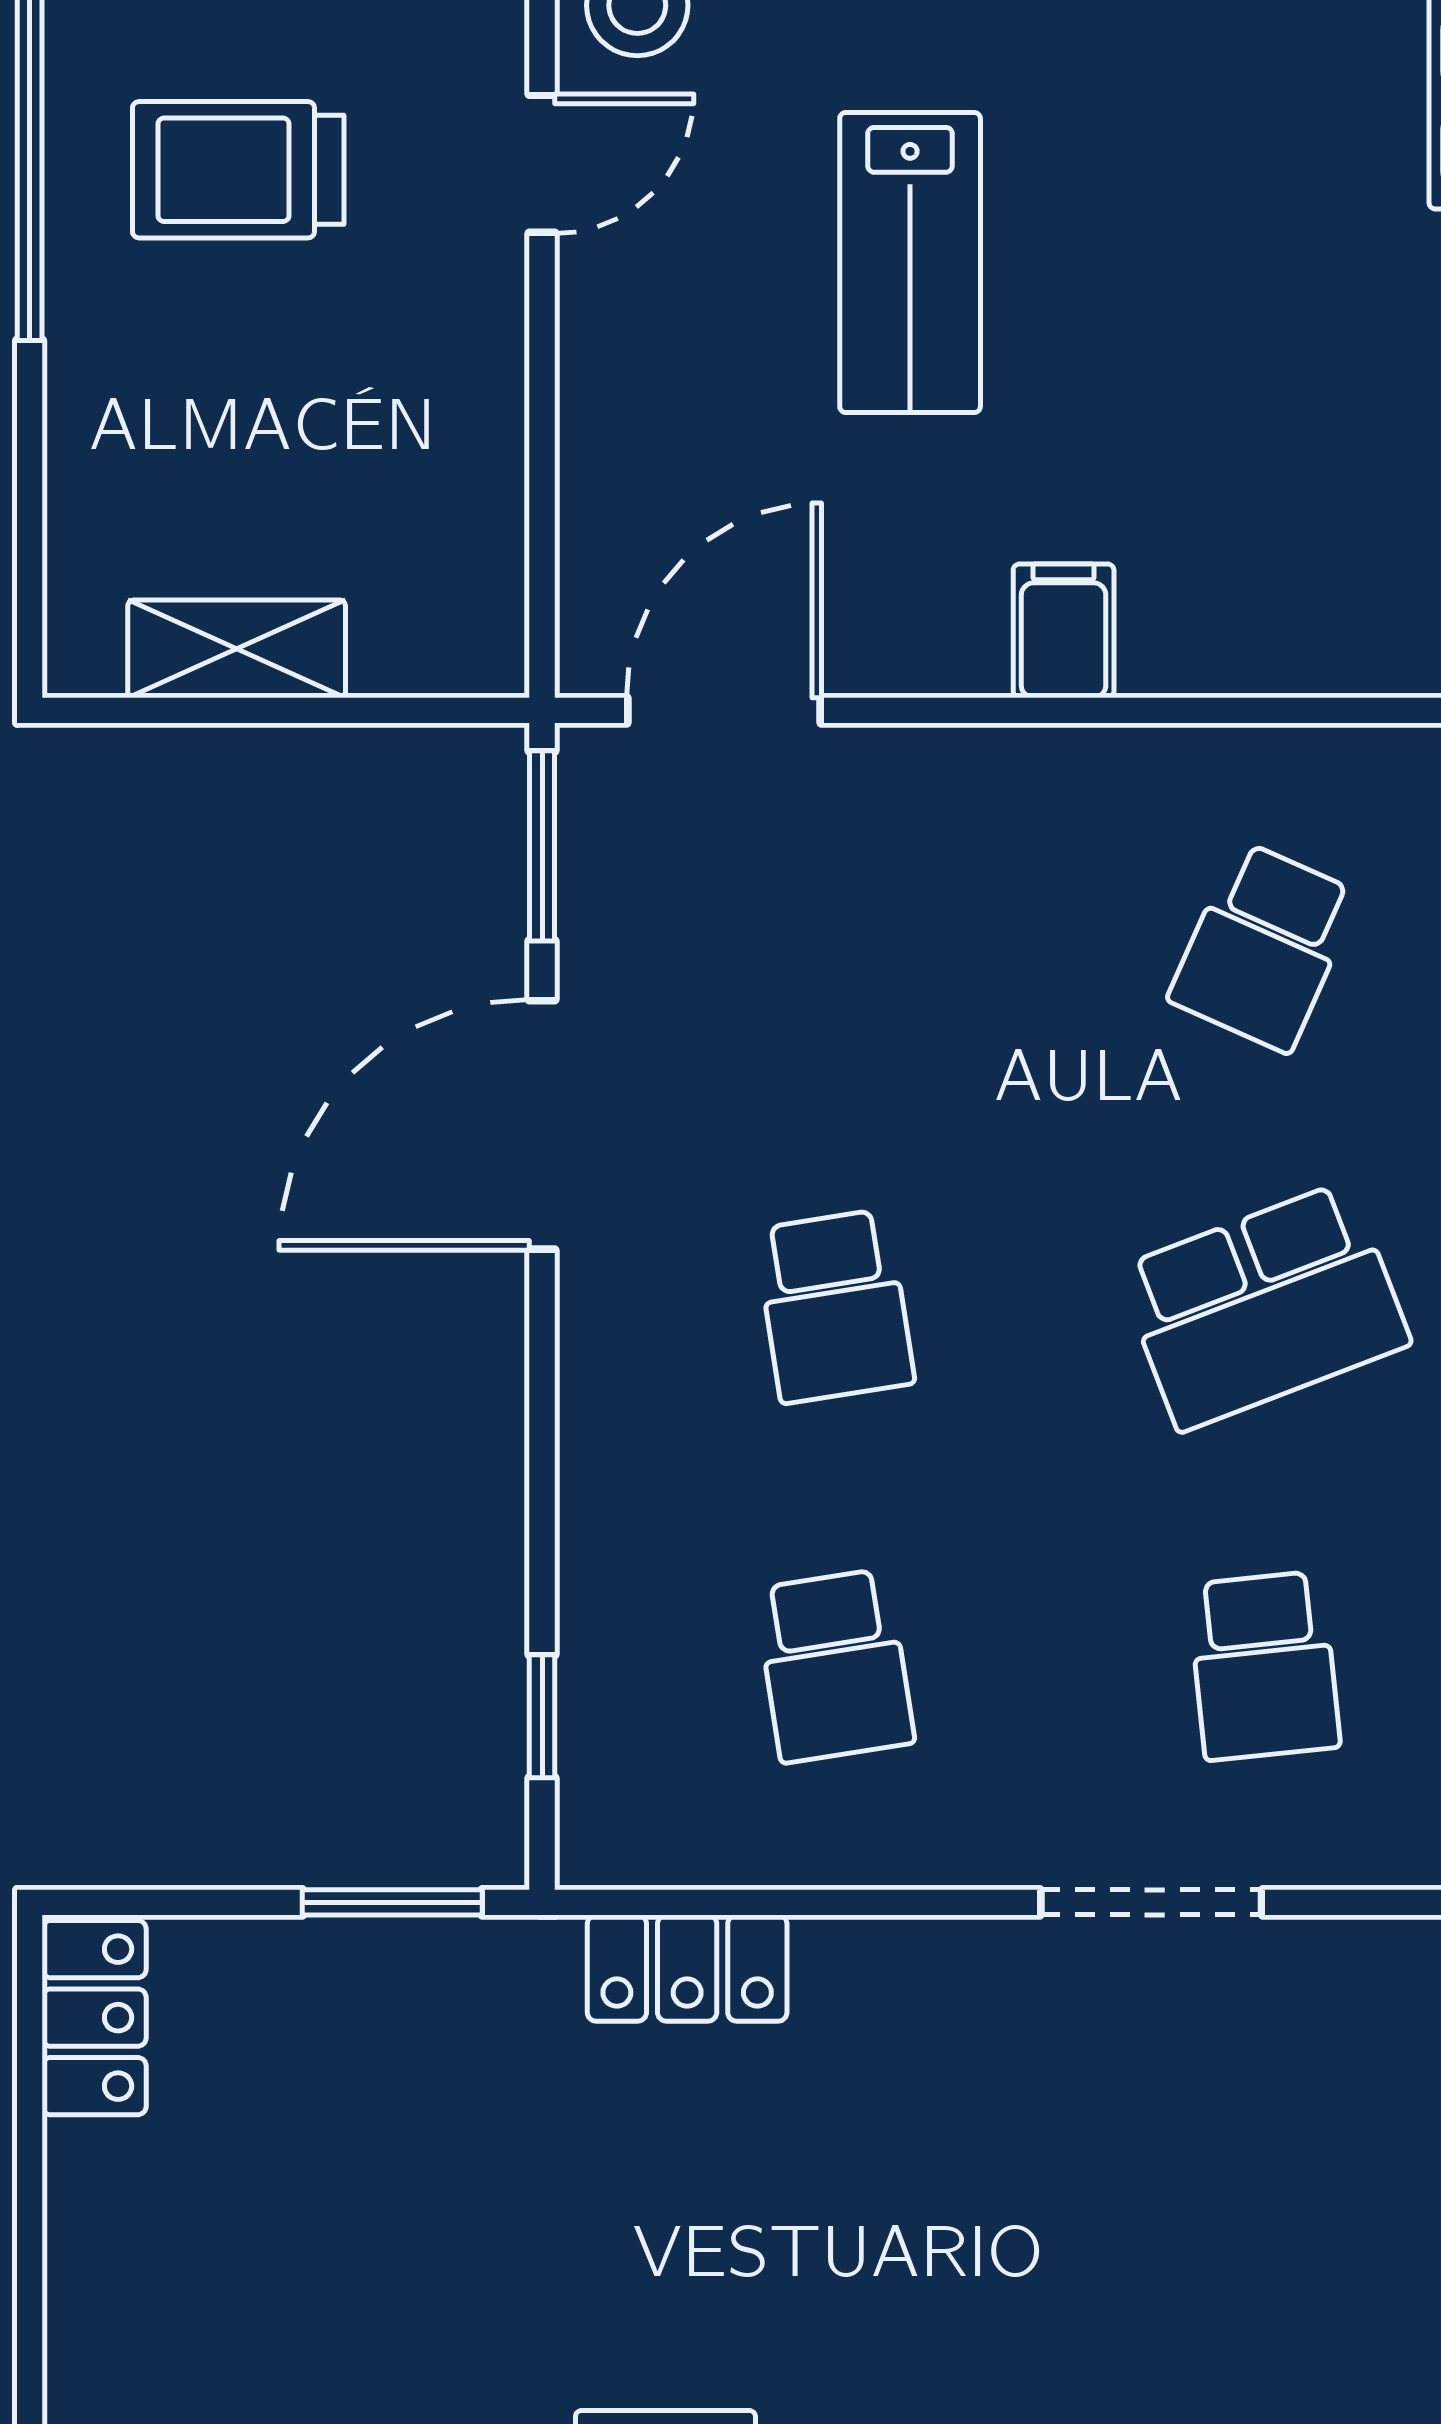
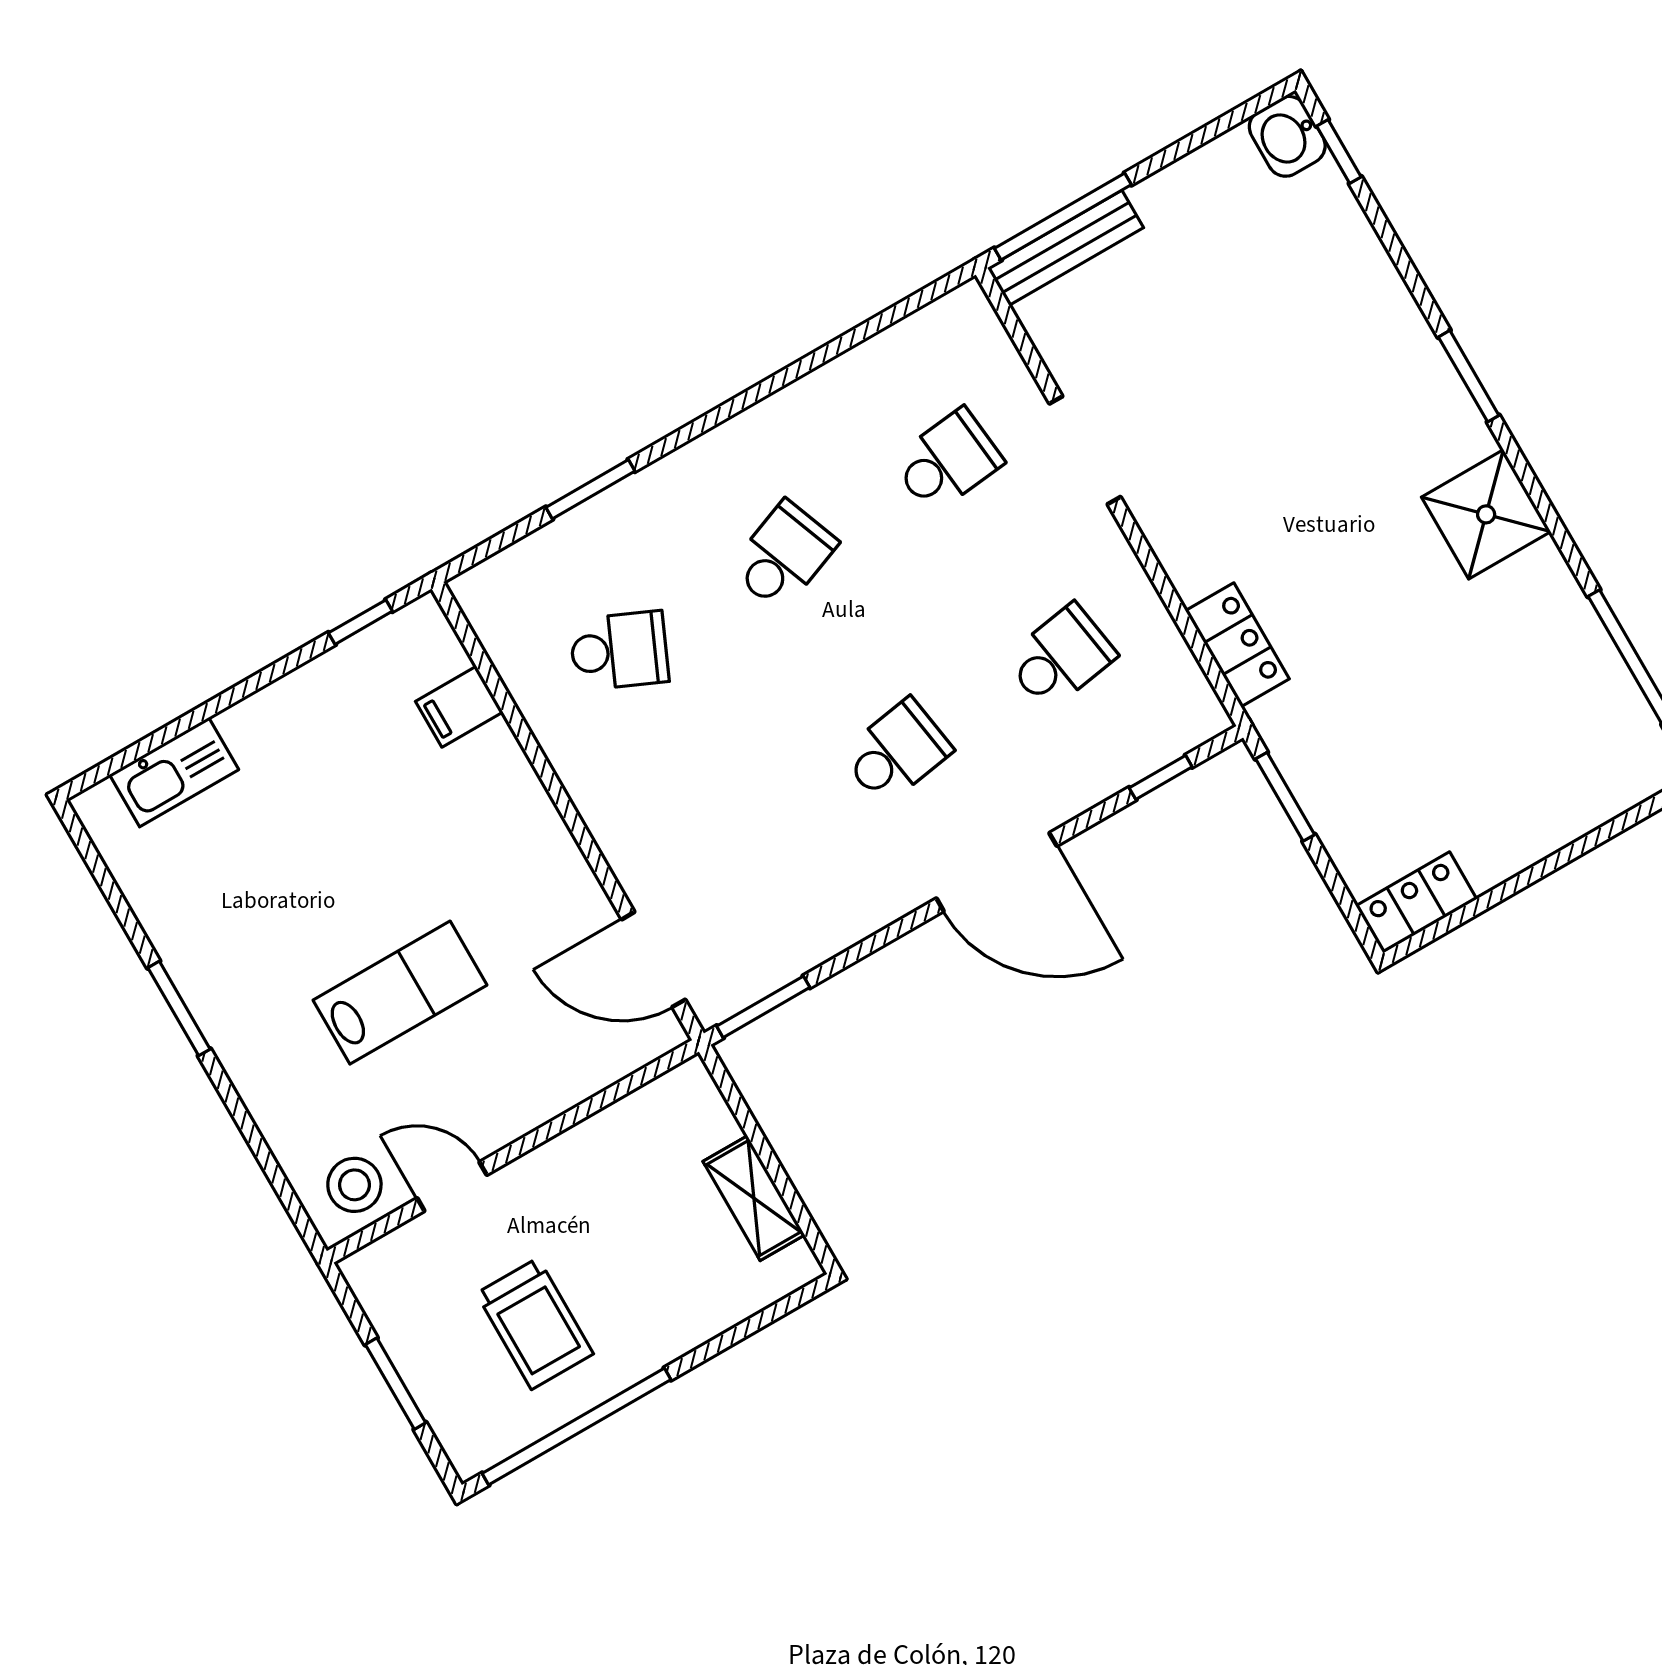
filing cabinet: (1064, 631) -> (459, 707), moved
door: (542, 1125) -> (997, 872), moved
school desk: (1264, 1306) -> (783, 556), width x0.54

